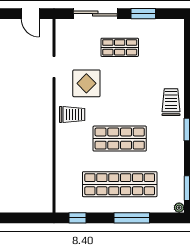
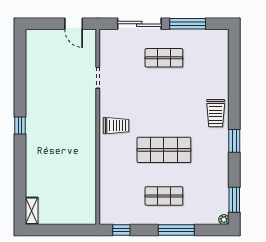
window: (143, 14) -> (188, 24), width x1.44
display table: (86, 83) -> (130, 94), removed
trolley: (171, 102) -> (216, 113), turned 180
shop shelf: (120, 184) -> (164, 196), width x0.50, depth x0.74

